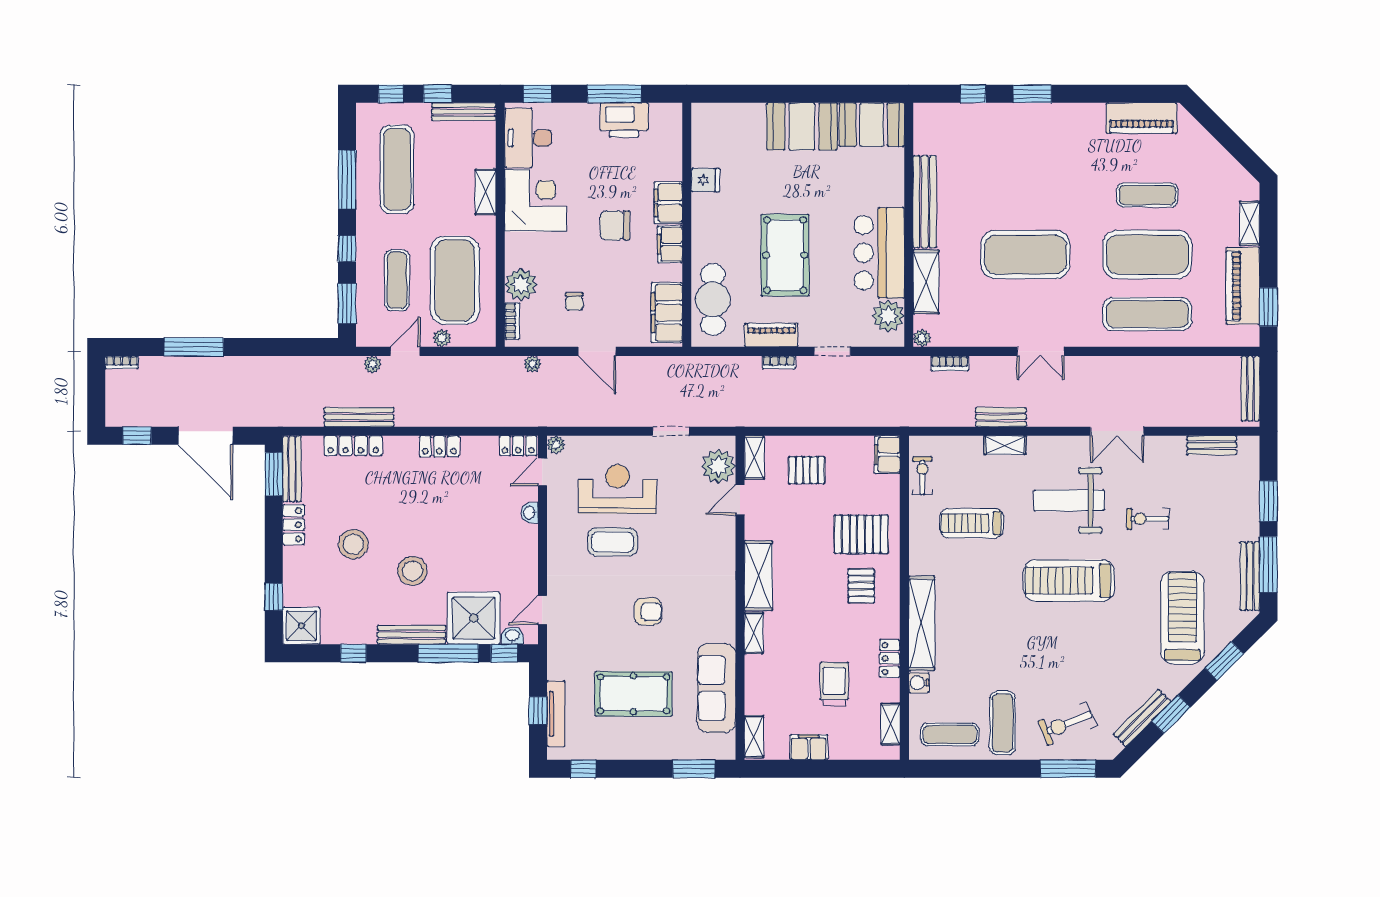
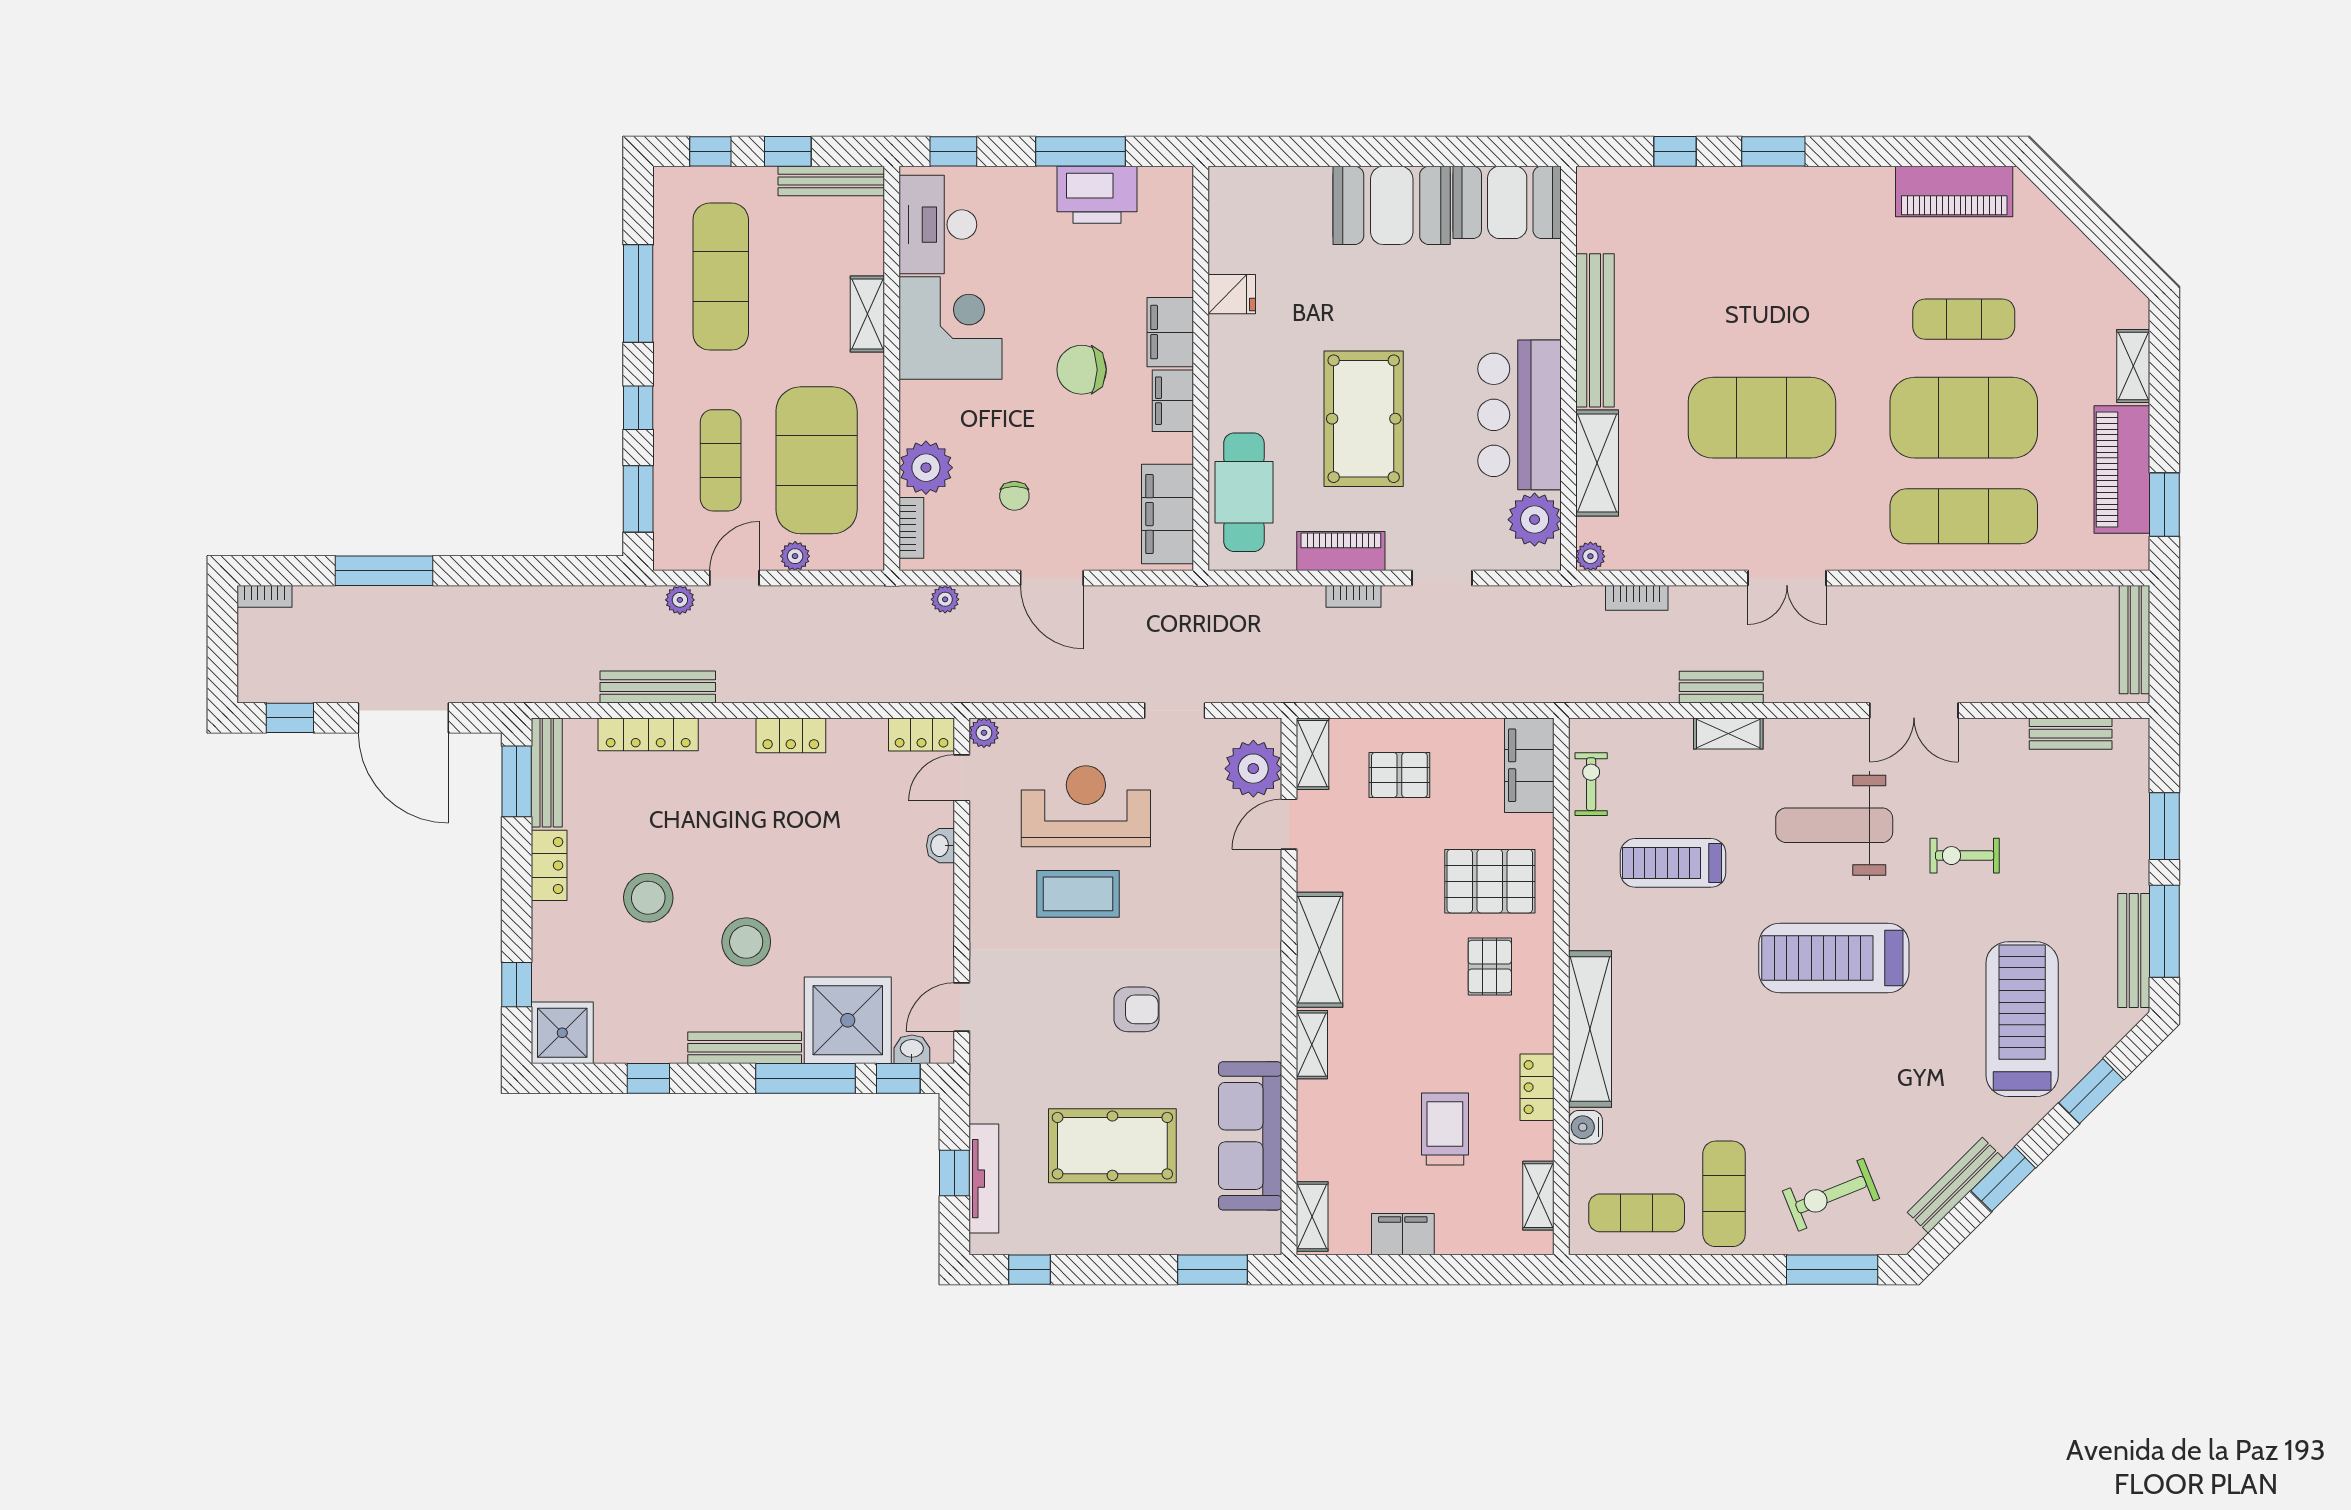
filing cabinet: (887, 455) -> (1529, 765), width x1.50, depth x1.17

